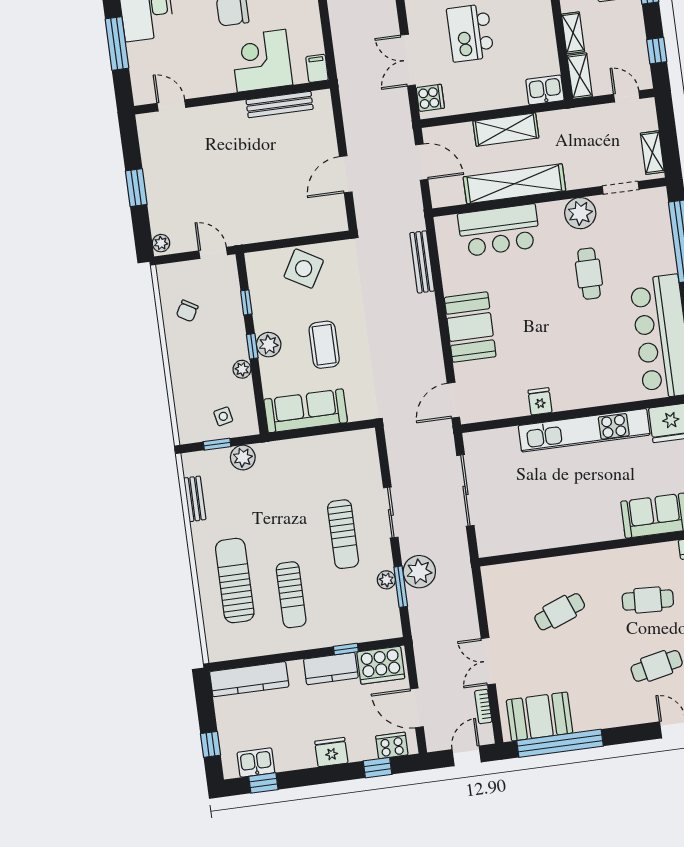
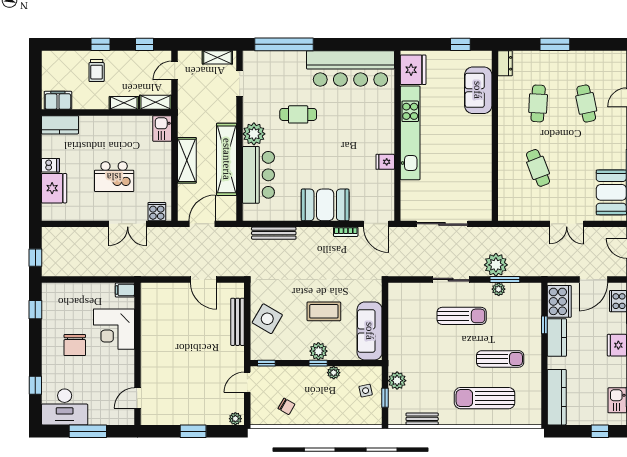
bench: (280, 105) -> (238, 322), moved
plant: (580, 213) -> (254, 134), moved
window: (246, 302) -> (266, 363), moved
bookcase: (483, 706) -> (346, 232), moved

